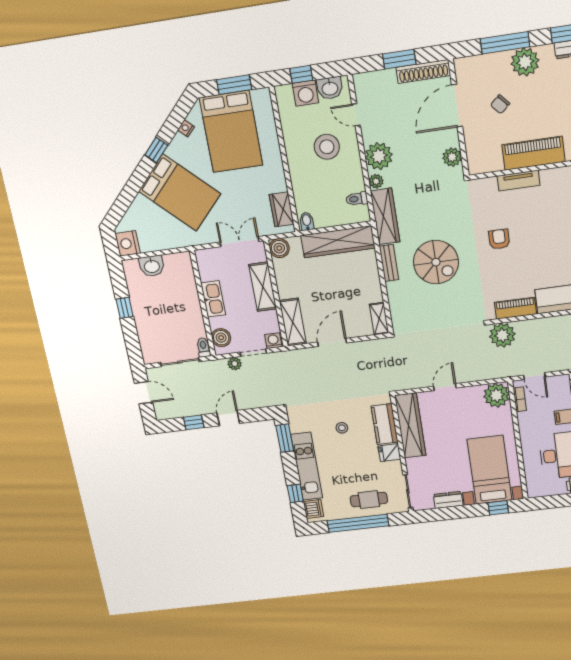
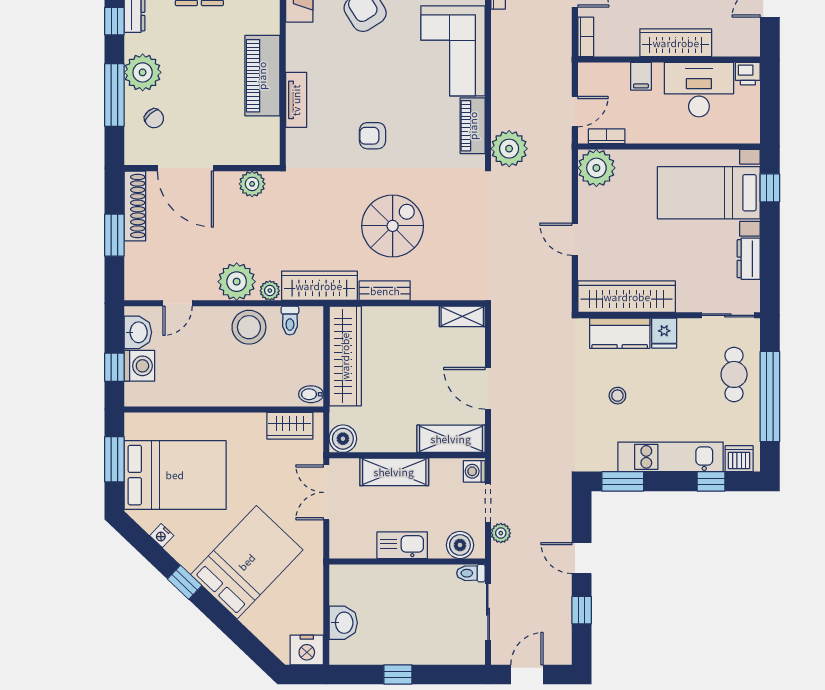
chair: (500, 104) -> (154, 118), moved
stool: (327, 147) -> (249, 327), moved

